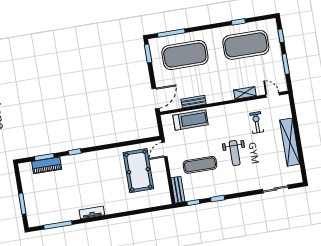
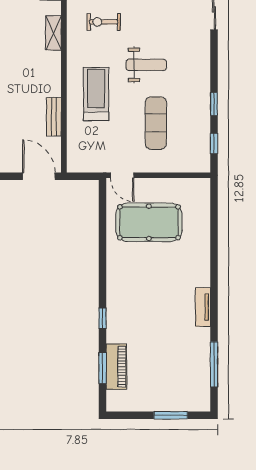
treadmill: (191, 120) -> (96, 94), moved
bench: (178, 190) -> (190, 165), removed

